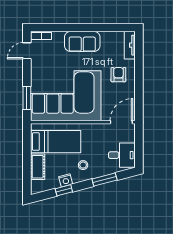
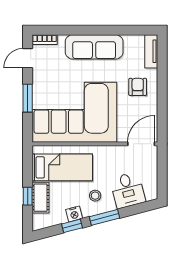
sofa: (82, 41) -> (94, 47), width x1.36
window: (27, 98) -> (28, 98), moved
desk: (122, 155) -> (128, 190), moved, turned 75
window: (27, 165) -> (28, 196), added
window: (105, 180) -> (104, 217), moved

